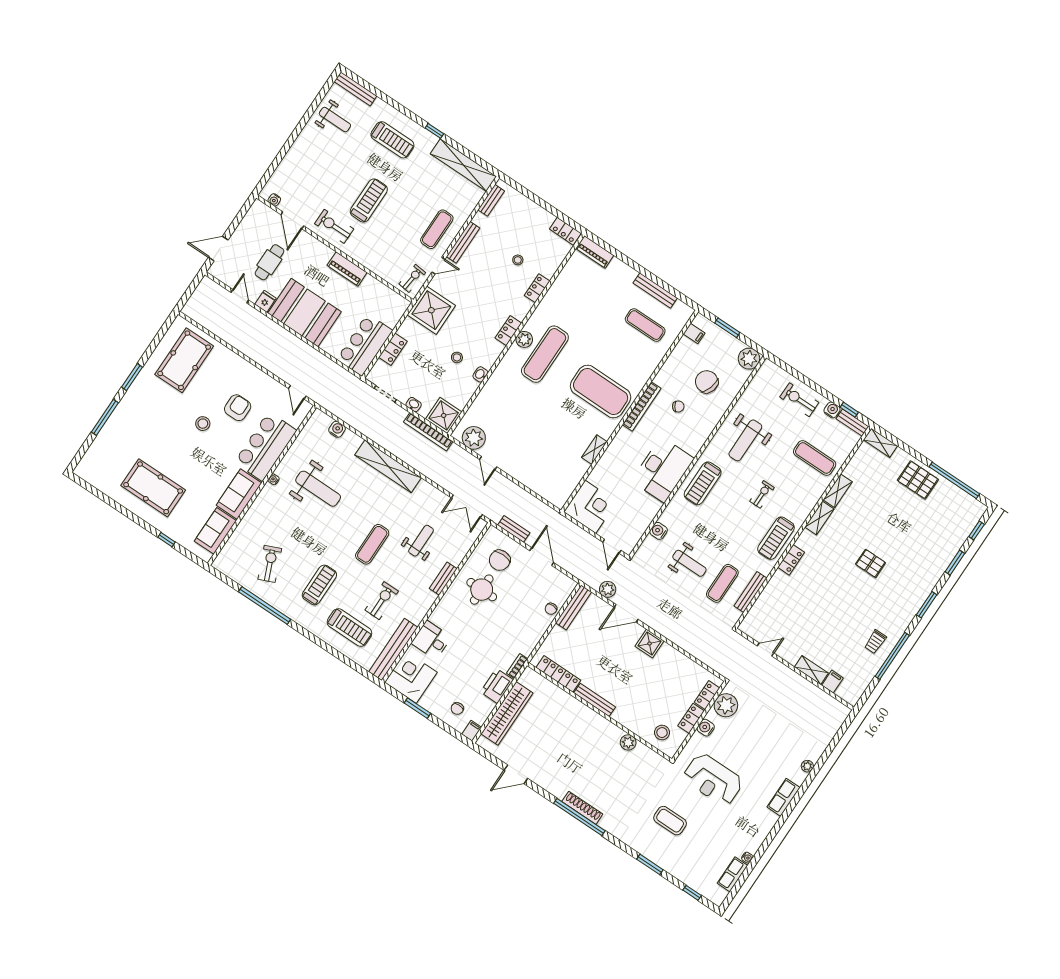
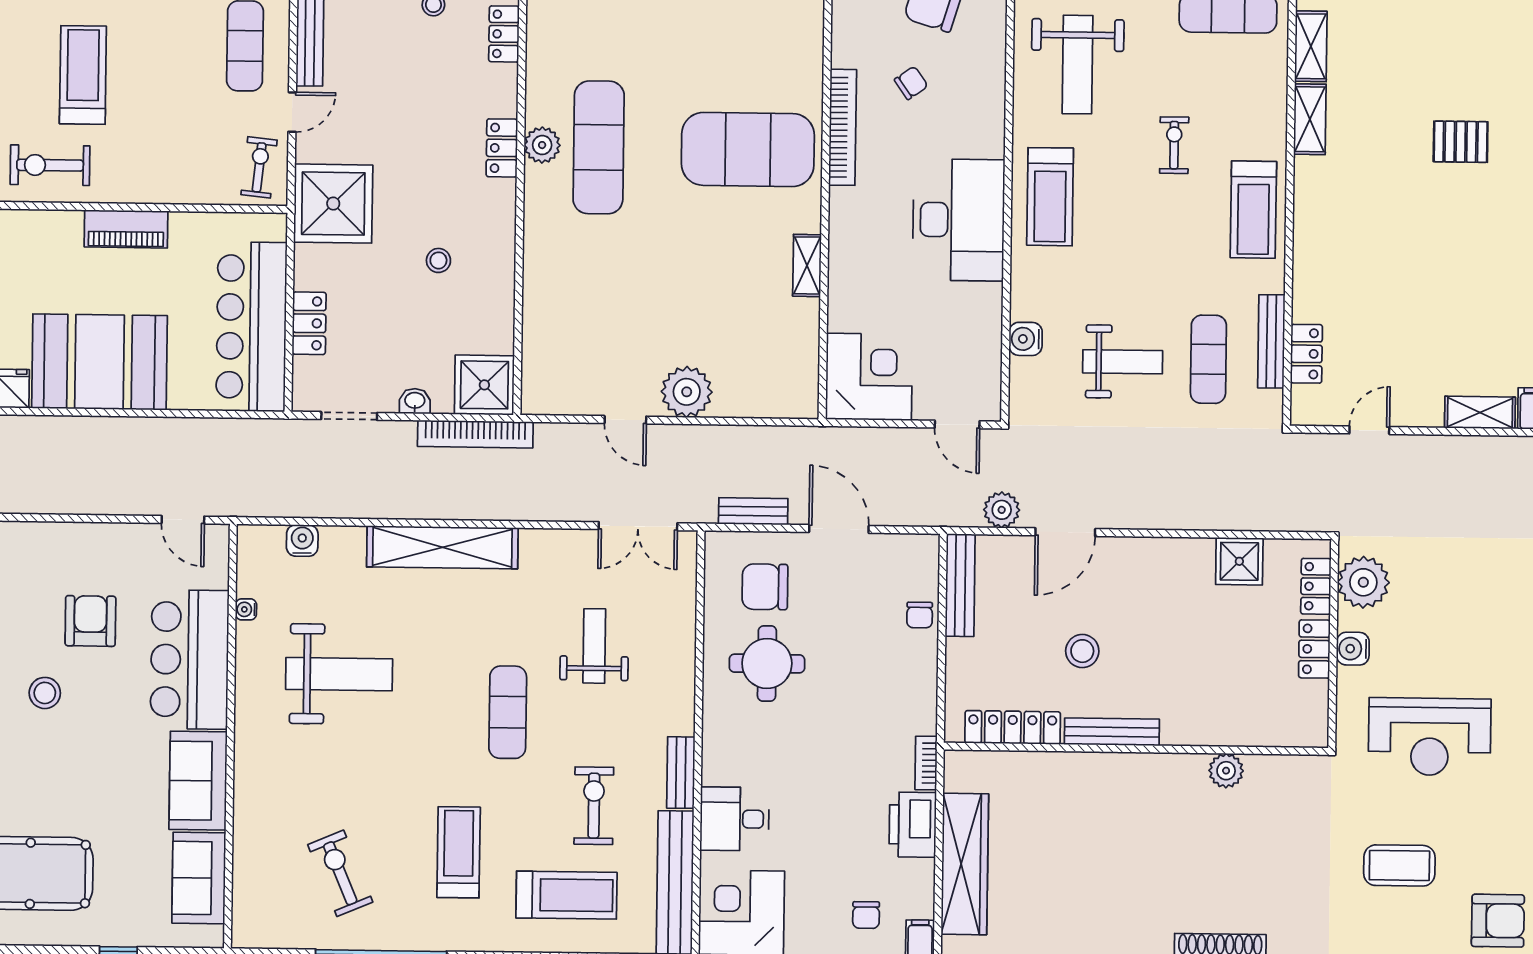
bar counter: (365, 345) -> (251, 327), width x1.36
washbasin: (480, 374) -> (503, 264), removed
plant: (474, 438) -> (687, 392), moved
water cooler: (274, 479) -> (246, 609), moved
chair: (500, 560) -> (765, 587), turned 90
locker: (791, 560) -> (1306, 354), moved
bench: (443, 579) -> (681, 773), moved
shower: (650, 644) -> (1239, 561), moved
stool: (662, 733) -> (1082, 651), moved
armchair: (694, 866) -> (1498, 921), added

